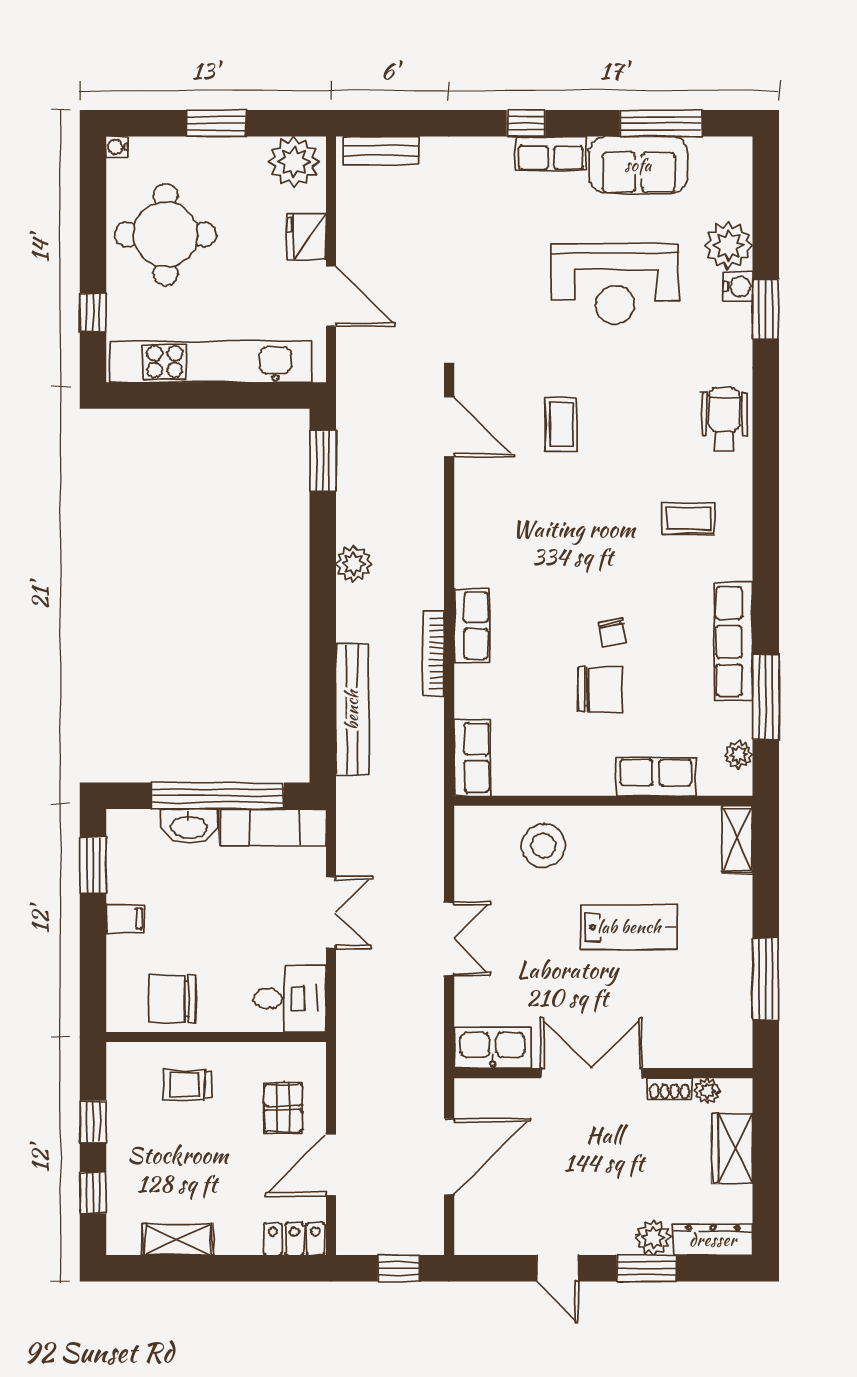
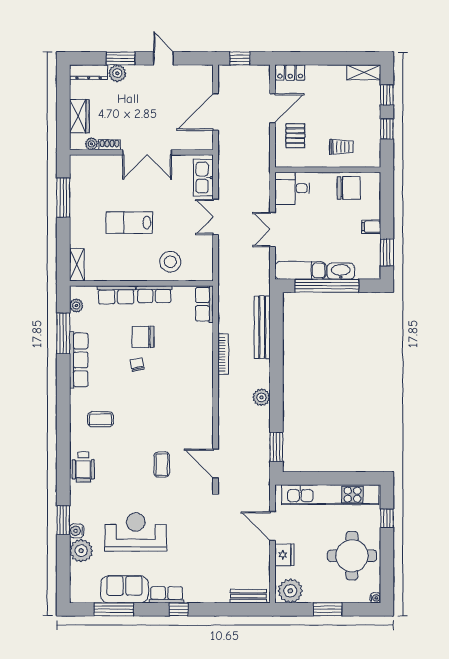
row of seats: (472, 626) -> (154, 294), moved, turned -90
kitchen sink: (493, 1048) -> (203, 178), moved, turned 90
shelving: (178, 1239) -> (364, 72), moved

